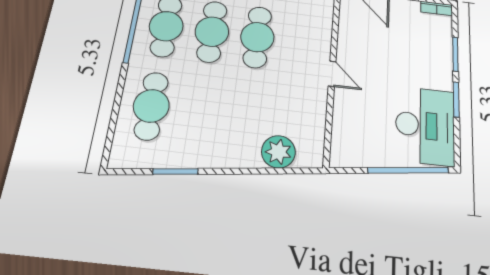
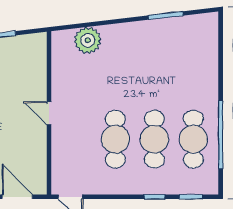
cafe table: (151, 106) -> (193, 67), removed

